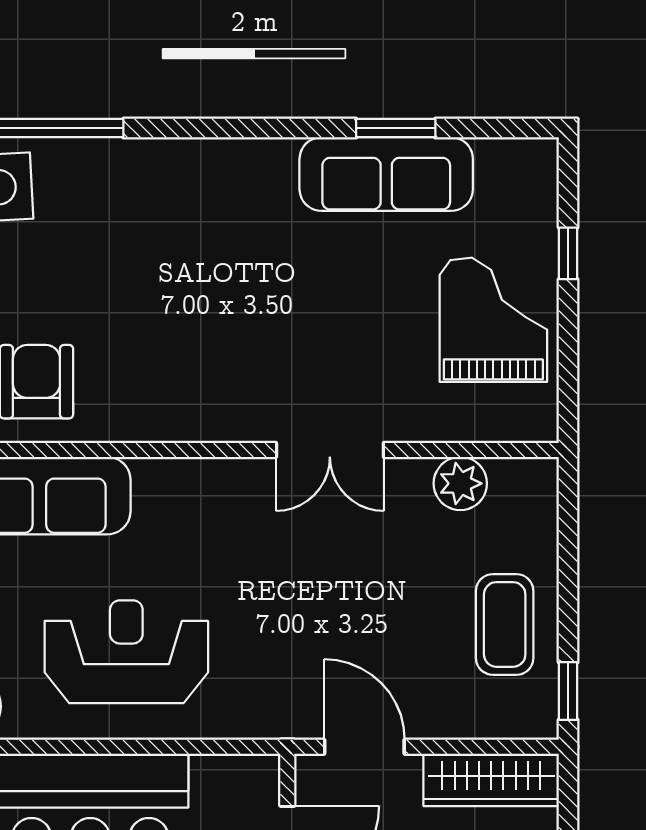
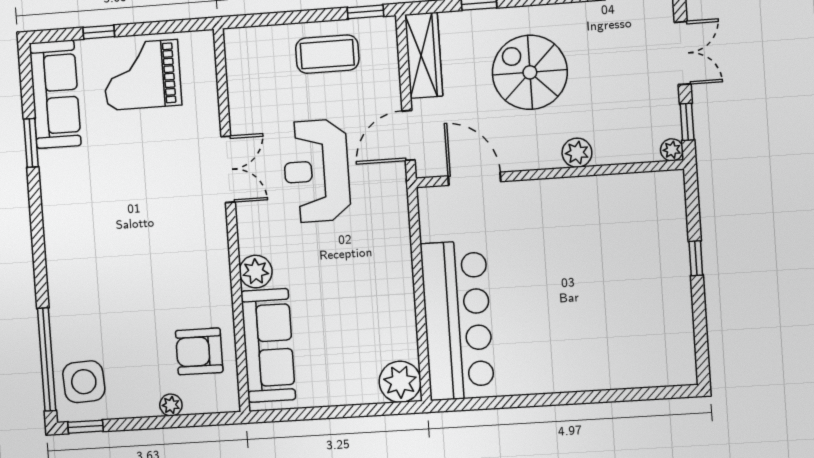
sofa: (386, 174) -> (55, 94), moved
plant: (460, 483) -> (256, 272), moved
reception desk: (126, 652) -> (317, 171), moved

